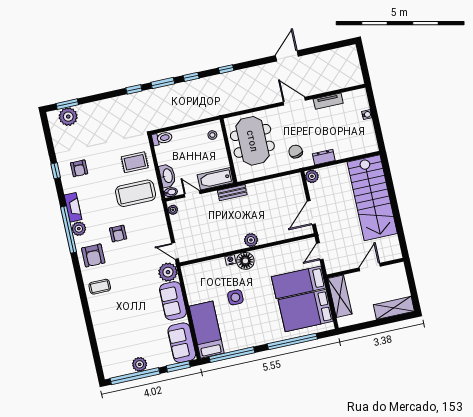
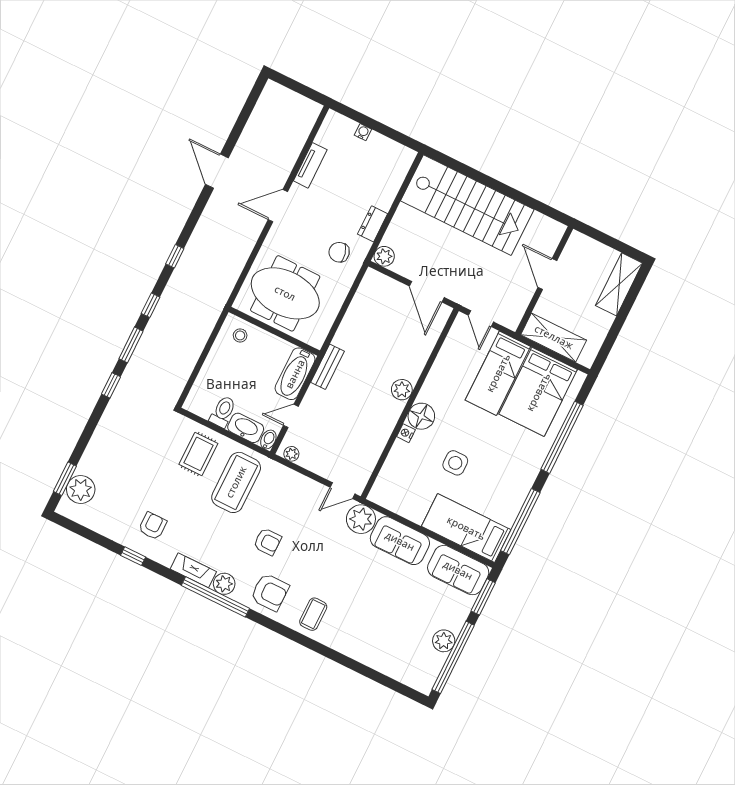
toilet: (162, 138) -> (223, 412), moved
armchair: (79, 168) -> (153, 526), turned -90

